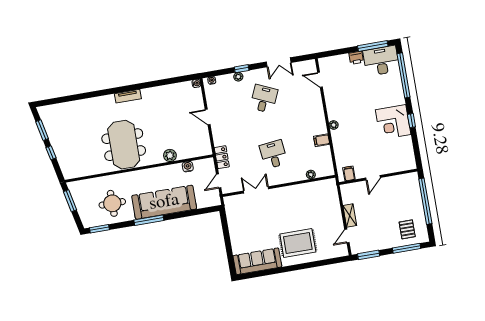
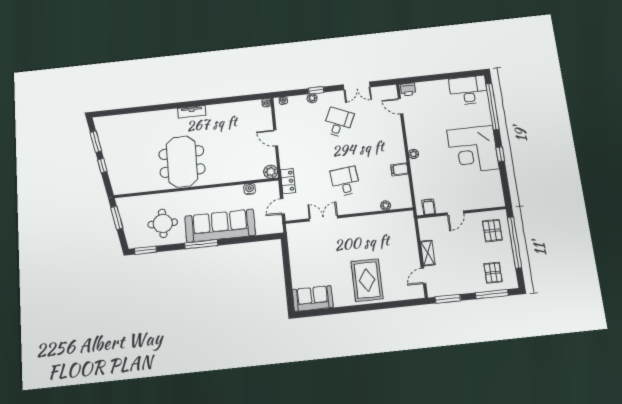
window: (373, 46) -> (460, 75), removed
printer: (356, 58) -> (408, 89), moved
corner desk: (393, 122) -> (473, 149), width x1.36, depth x1.36
plant: (170, 155) -> (271, 172), moved
pallet: (406, 192) -> (492, 231), added
rug: (298, 243) -> (367, 280), turned 90
sofa: (257, 261) -> (313, 298), width x0.73

